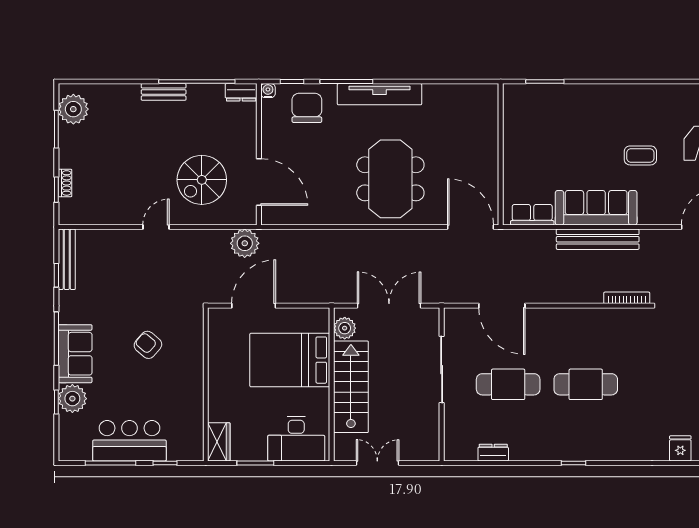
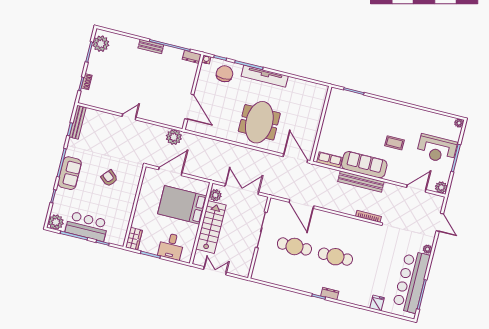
spiral stairs: (202, 180) -> (159, 98), removed
plant: (72, 399) -> (56, 222), moved
desk: (296, 439) -> (171, 246), width x0.73
dresser: (493, 453) -> (330, 294), moved

